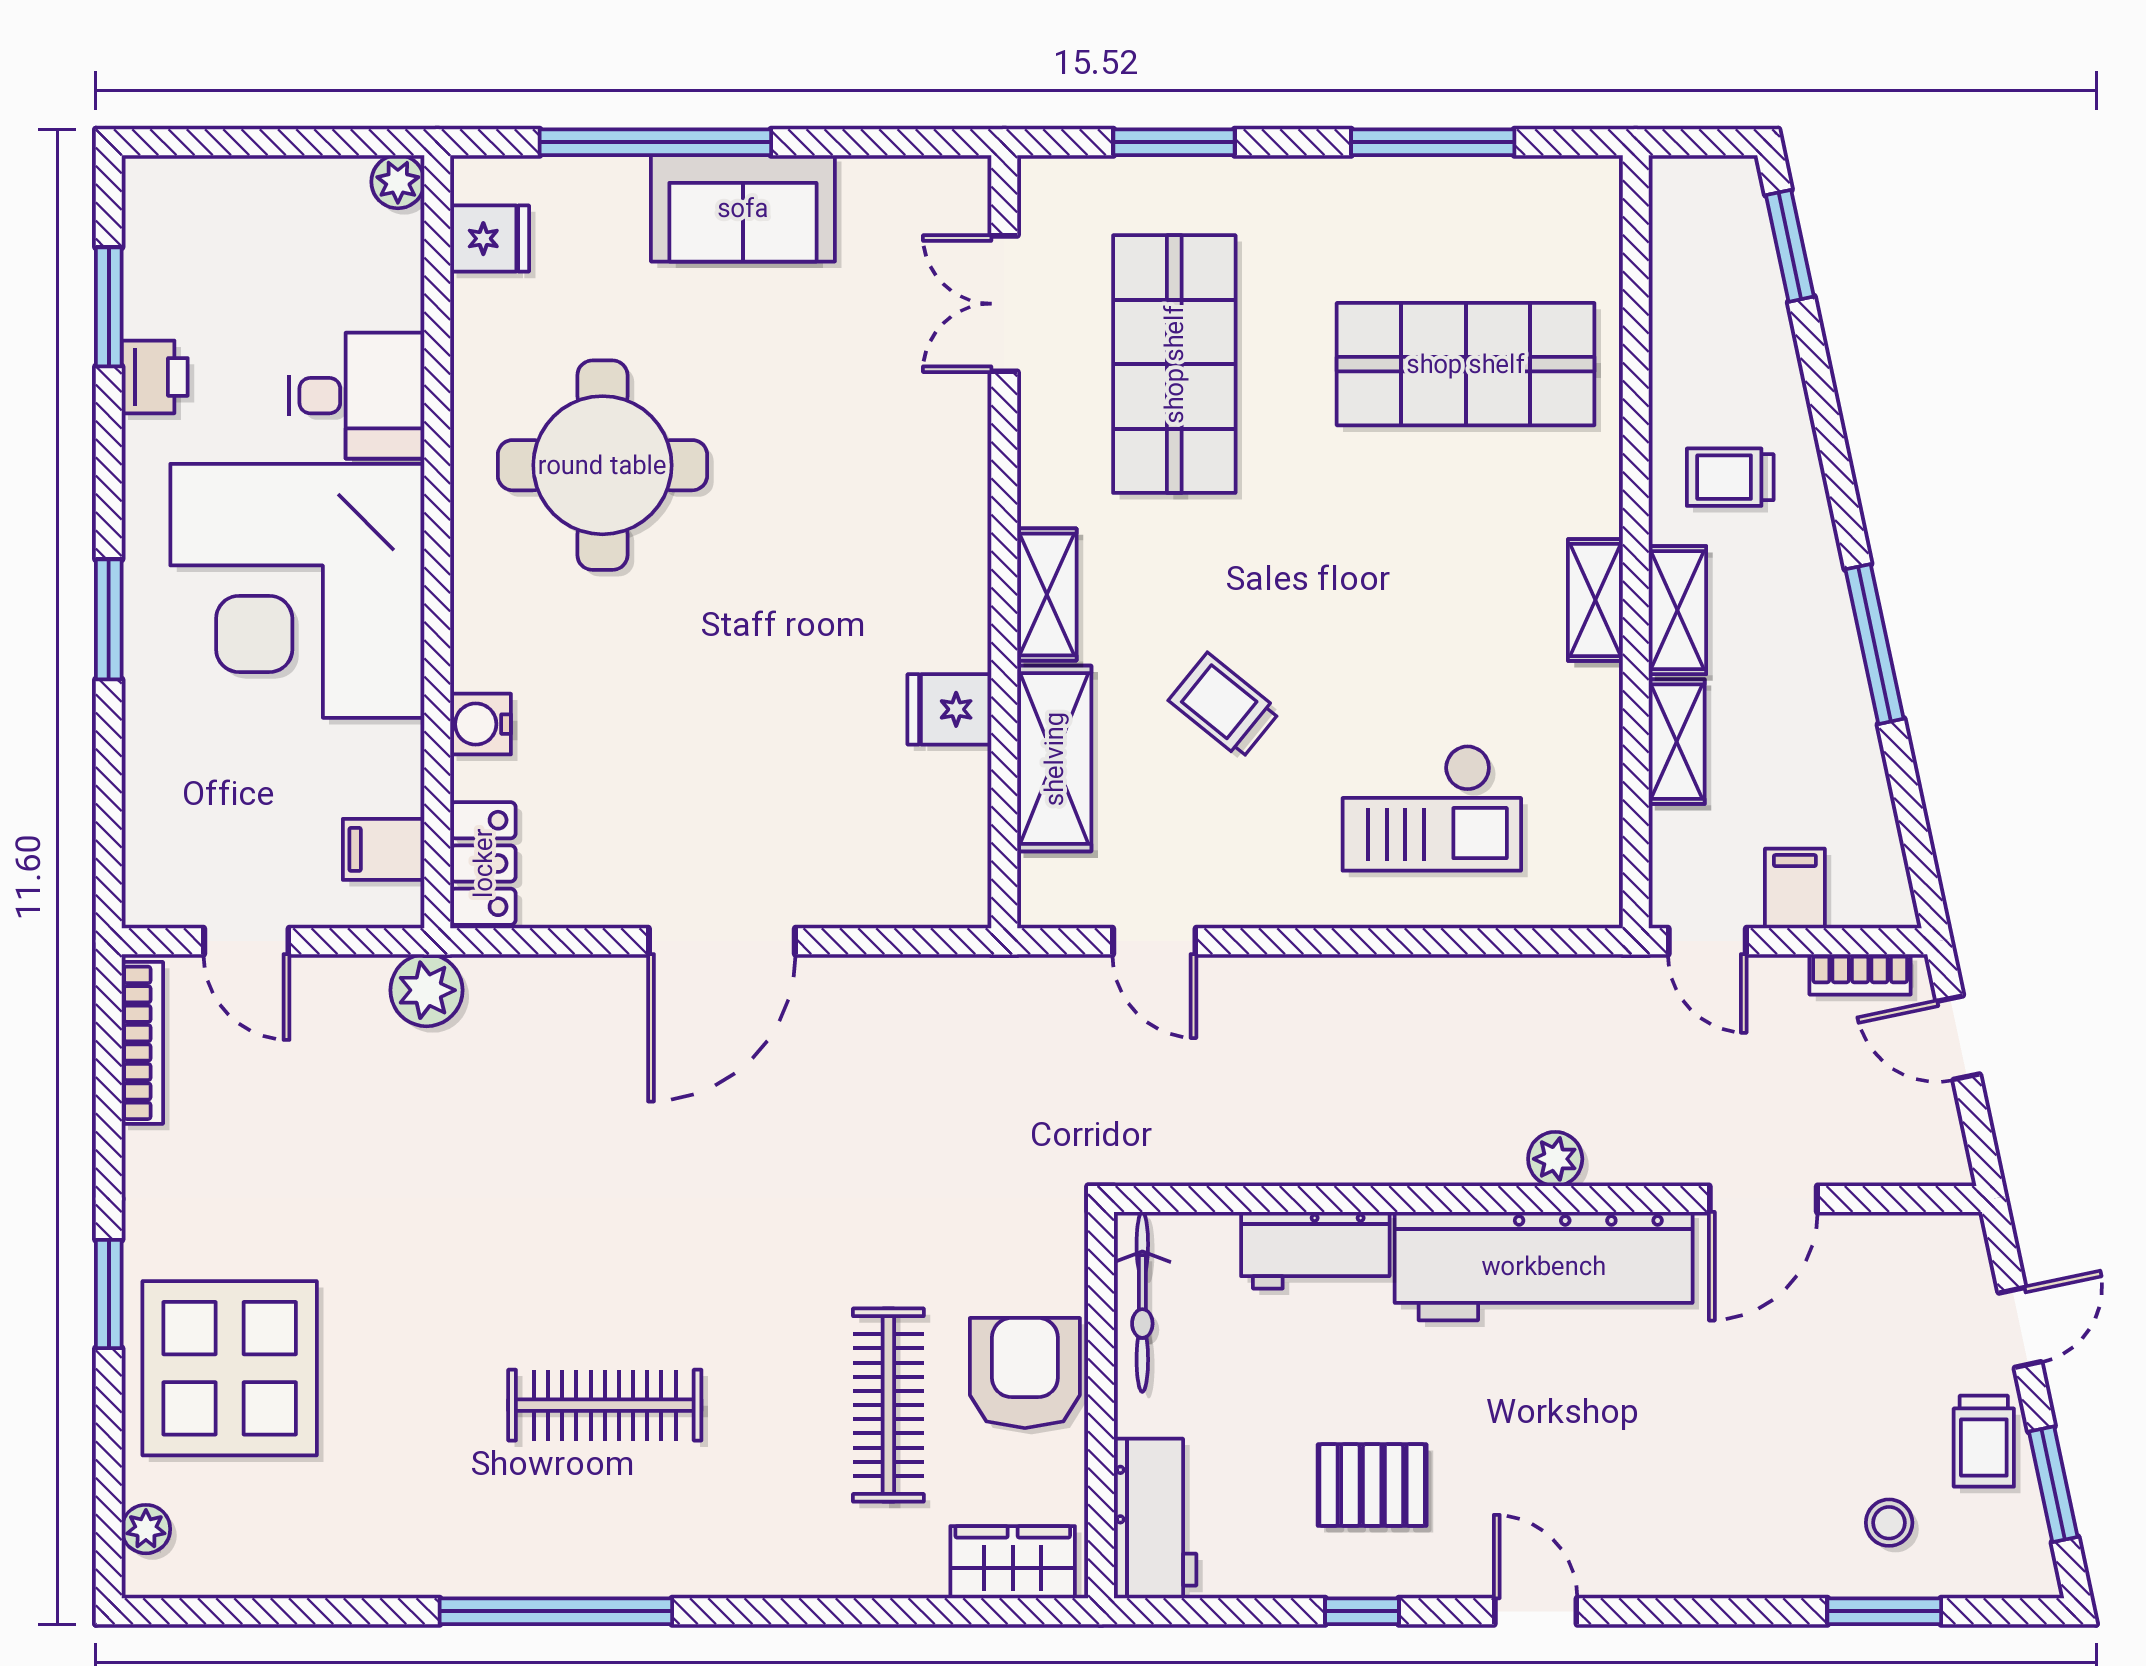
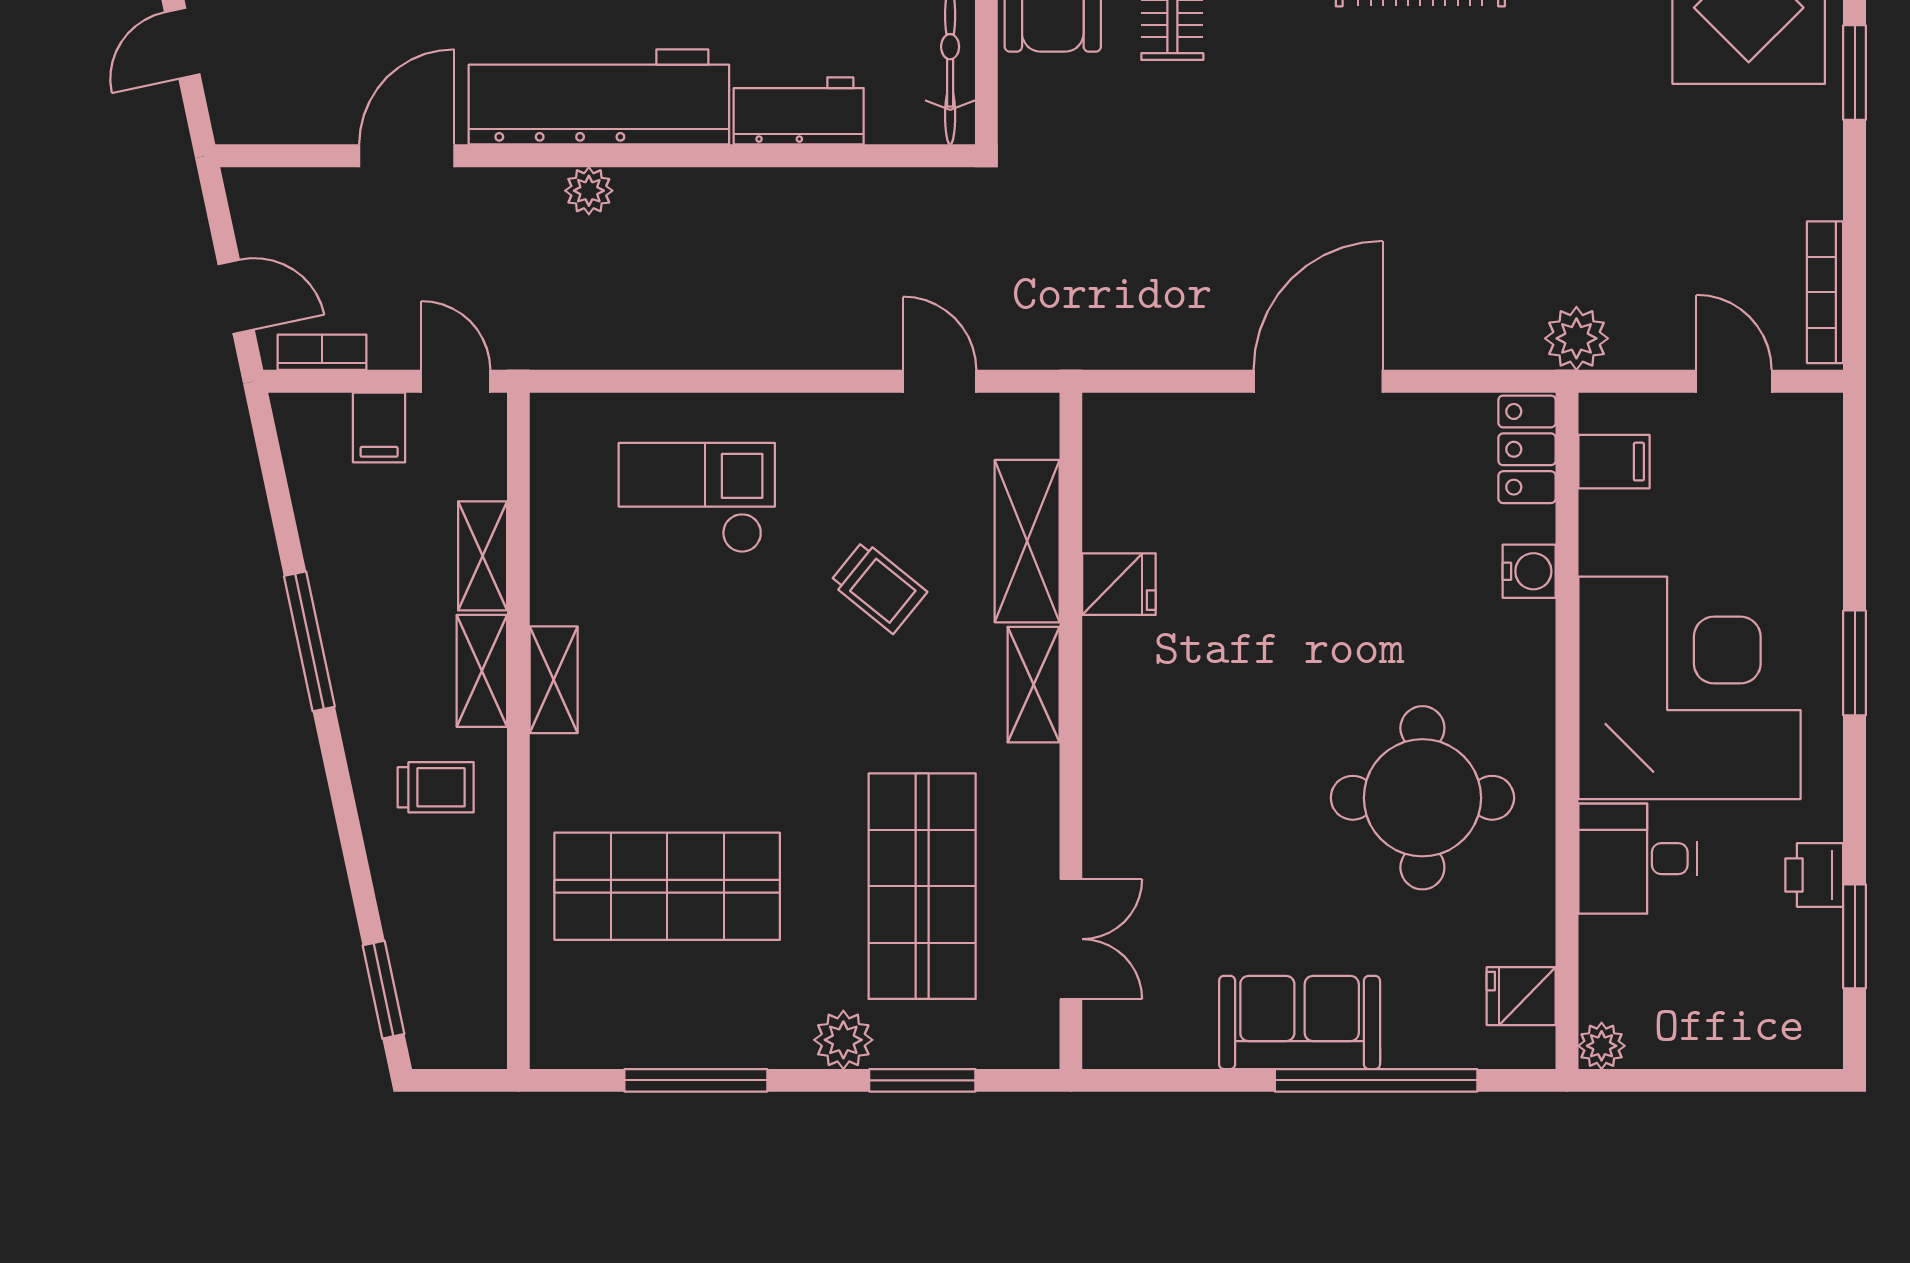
plant: (1264, 189) -> (843, 1040), added

